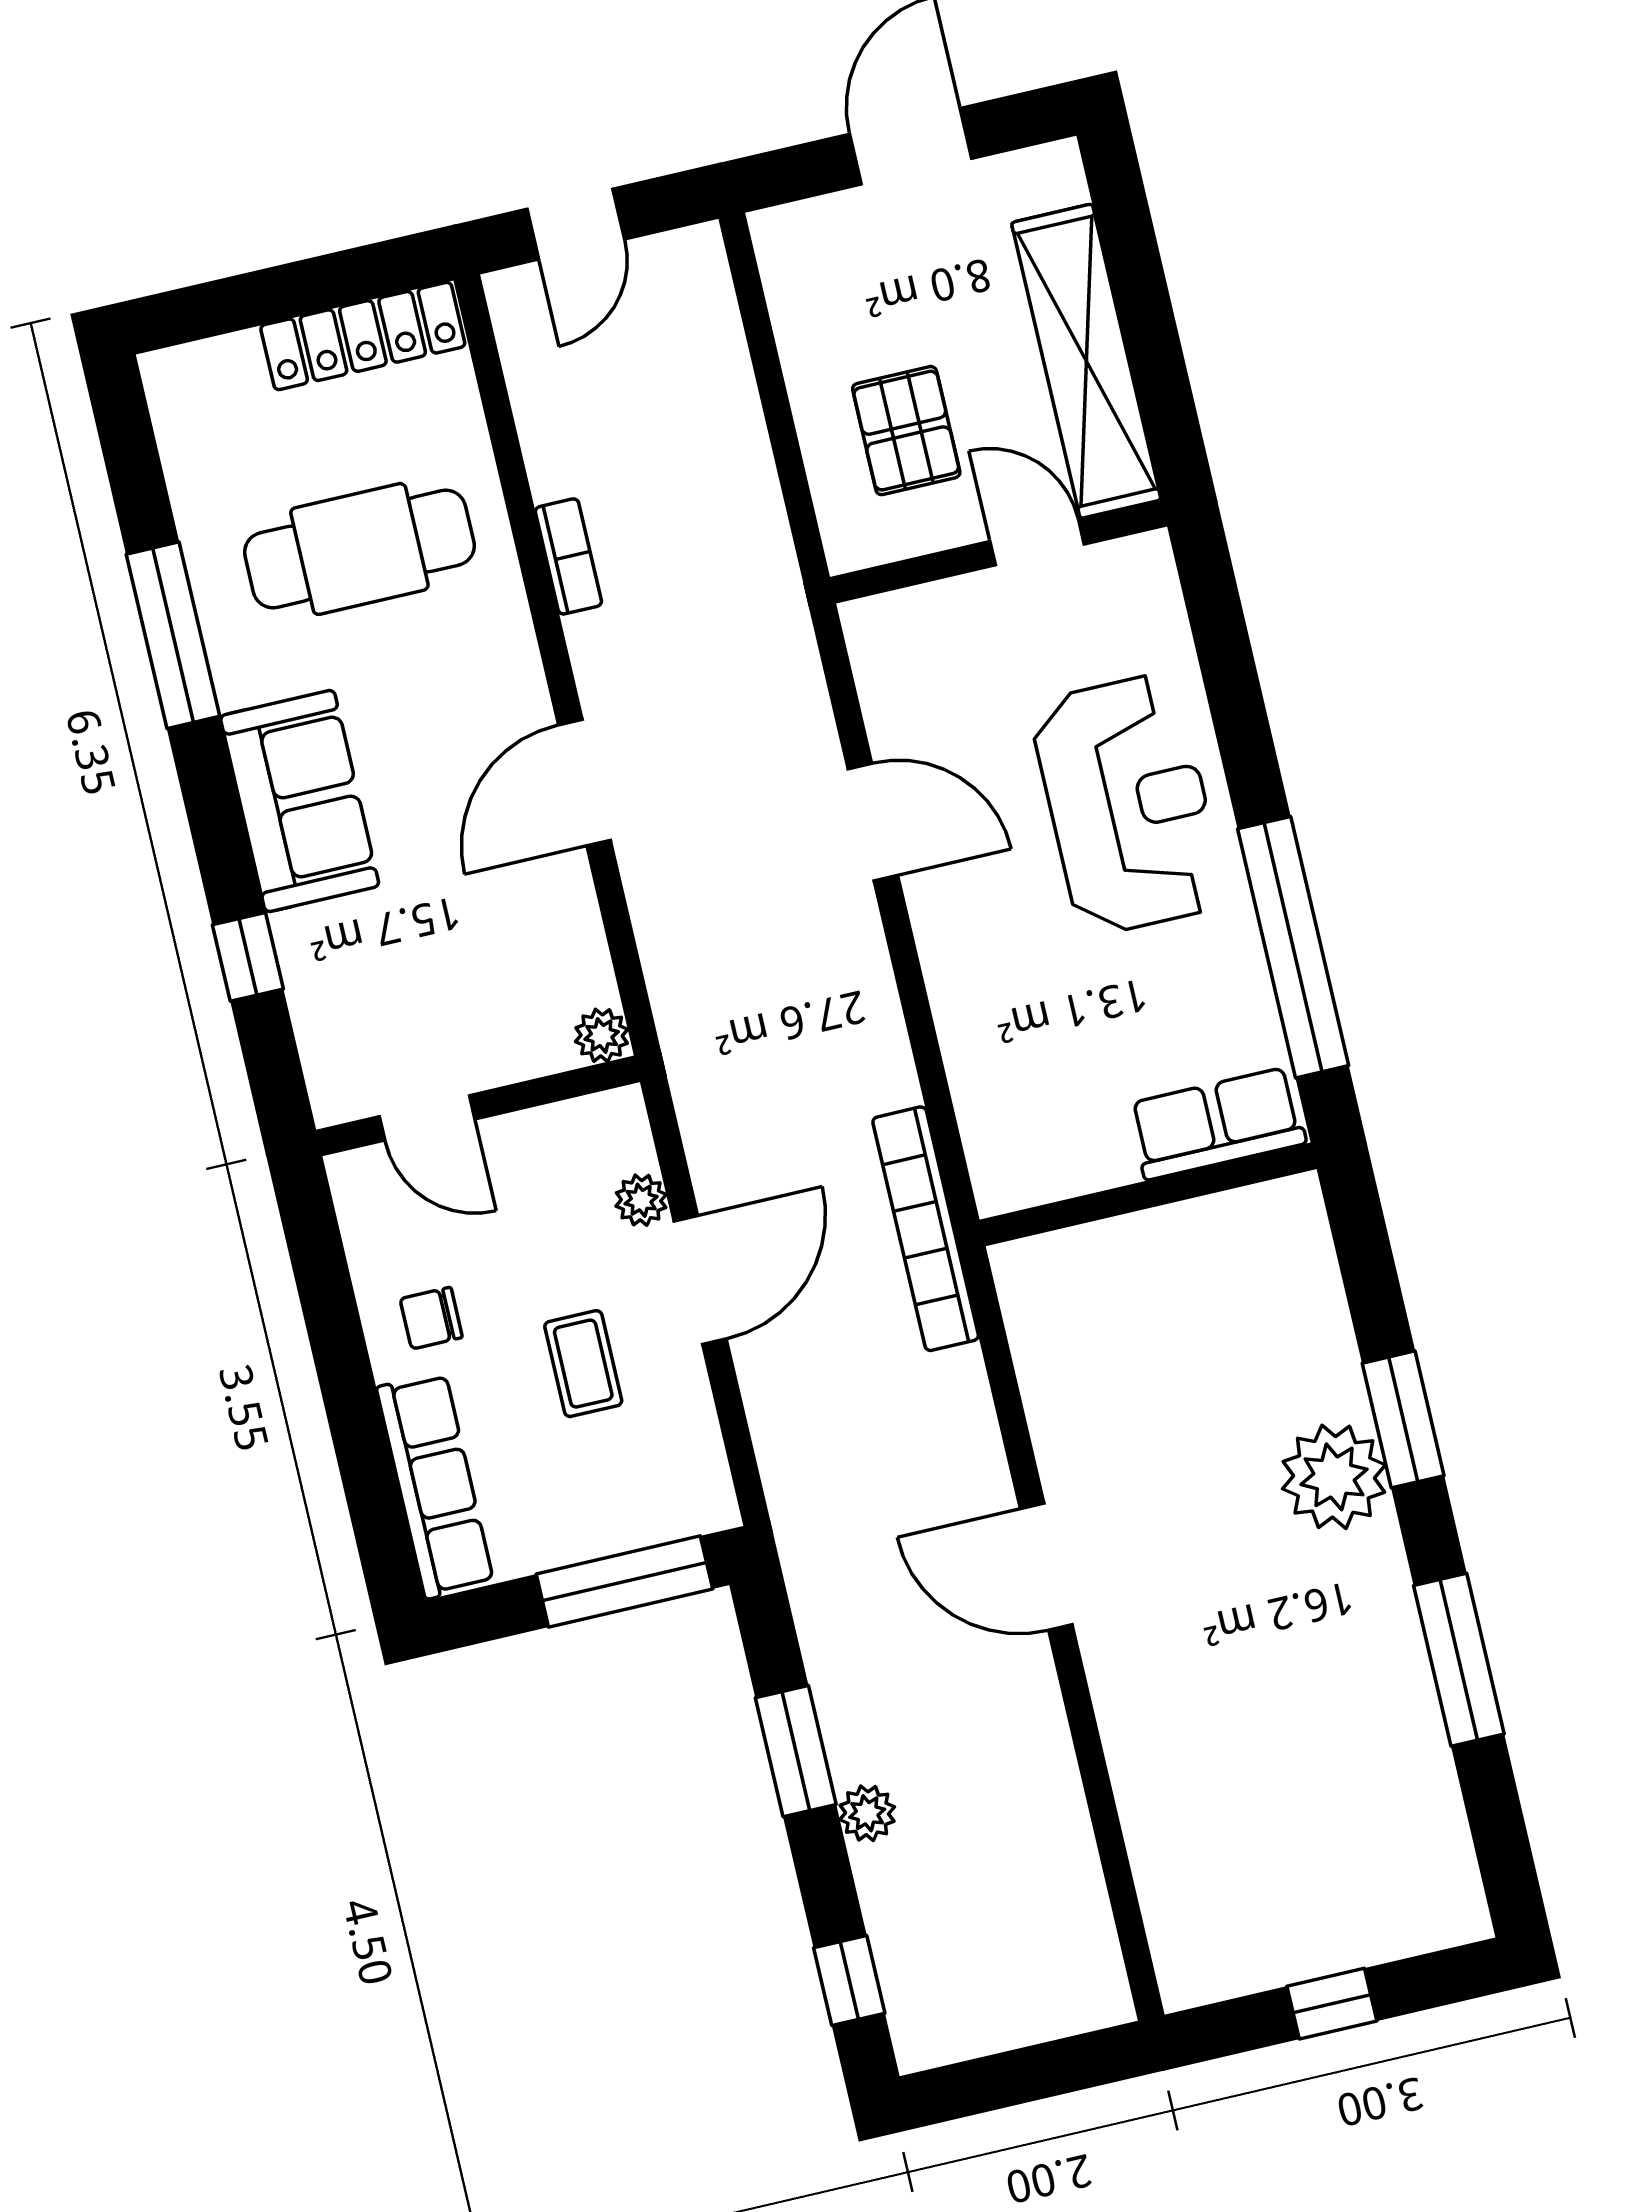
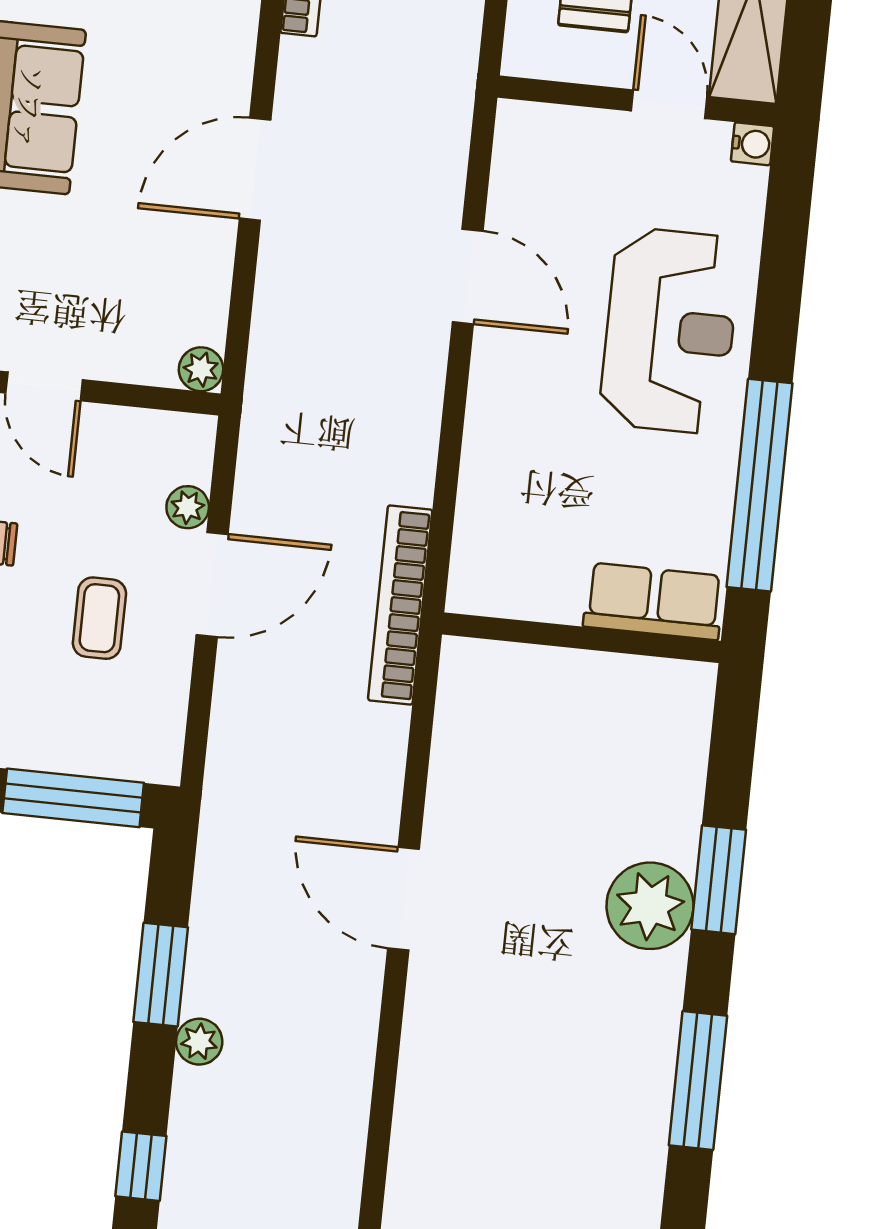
water cooler: (1149, 556) -> (752, 144), added

